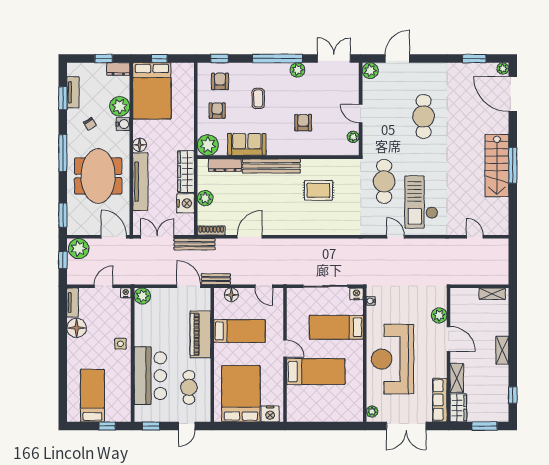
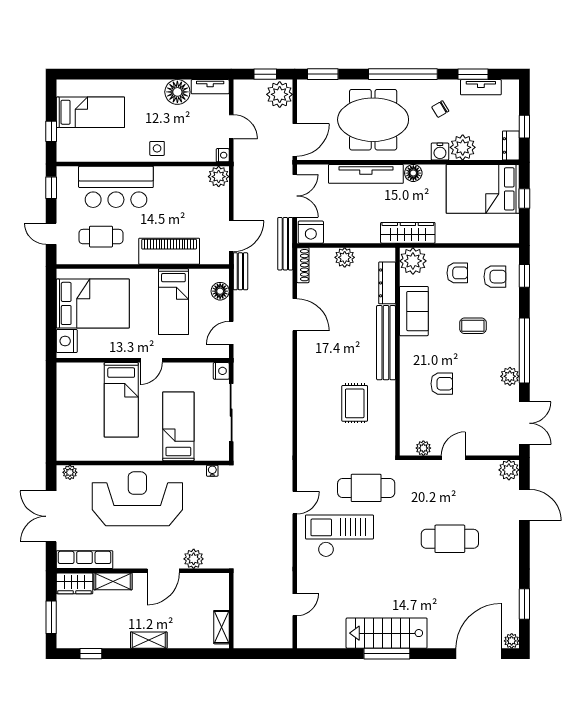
window: (63, 153) -> (403, 74), width x1.46
wardrobe: (186, 172) -> (408, 233), moved
nightstand: (185, 203) -> (311, 232), moved
nightstand: (357, 294) -> (221, 371), moved

